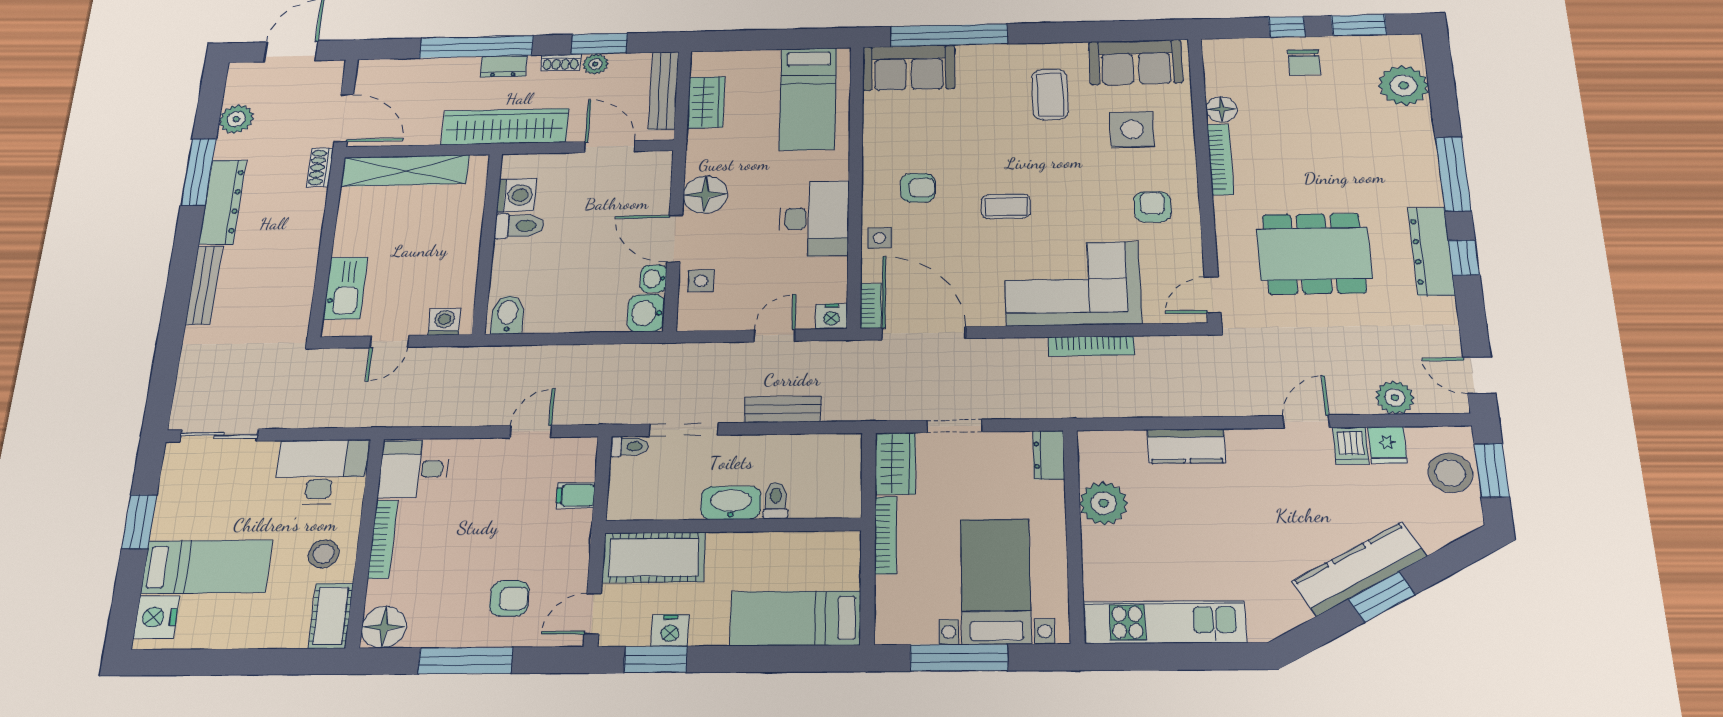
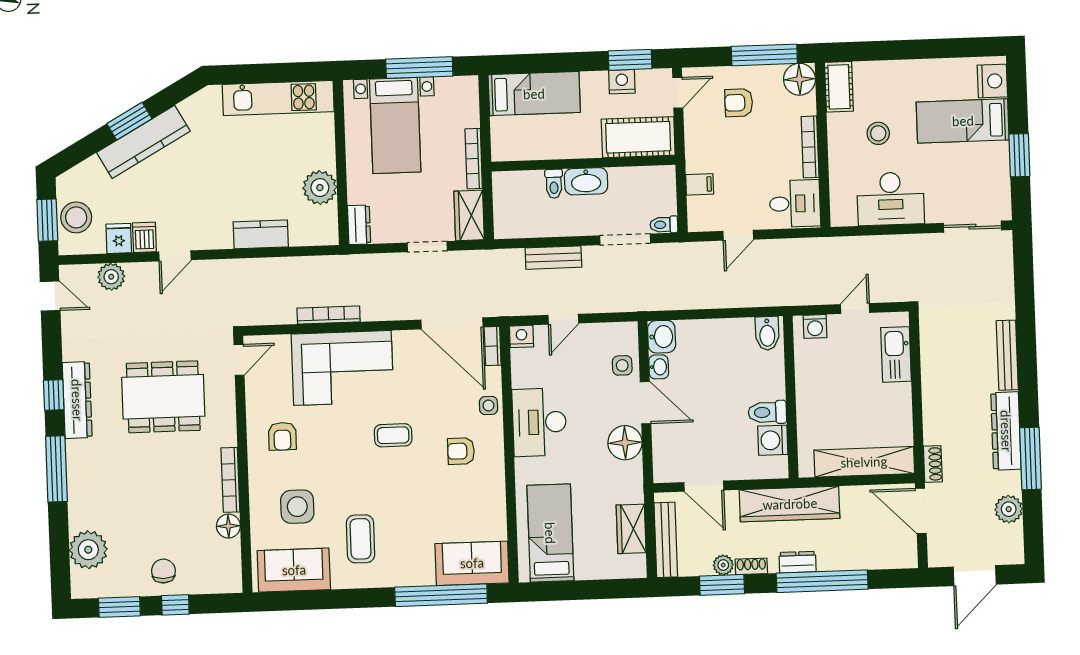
desk: (414, 469) -> (795, 204), moved
bookcase: (383, 539) -> (810, 147), moved
wall: (365, 541) -> (823, 145), moved
cot: (331, 616) -> (839, 87), moved
floor lamp: (384, 627) -> (799, 79), moved

